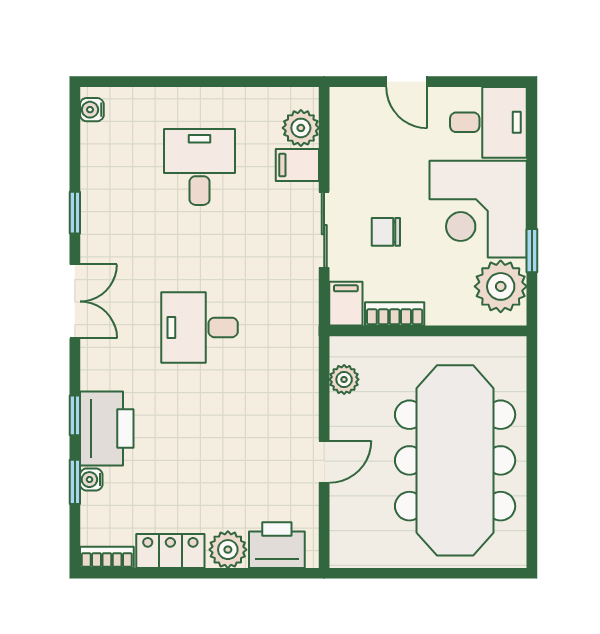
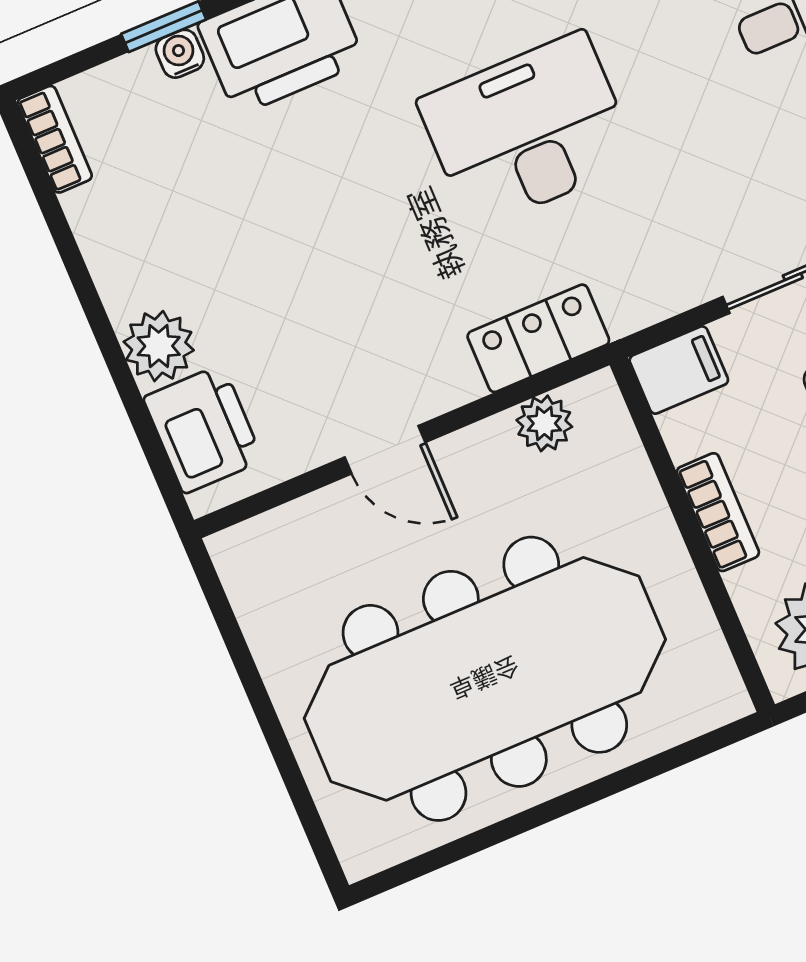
bookcase: (395, 314) -> (718, 512), moved
desk: (200, 327) -> (528, 131), width x1.37
locker: (170, 551) -> (538, 338), moved, turned -90

